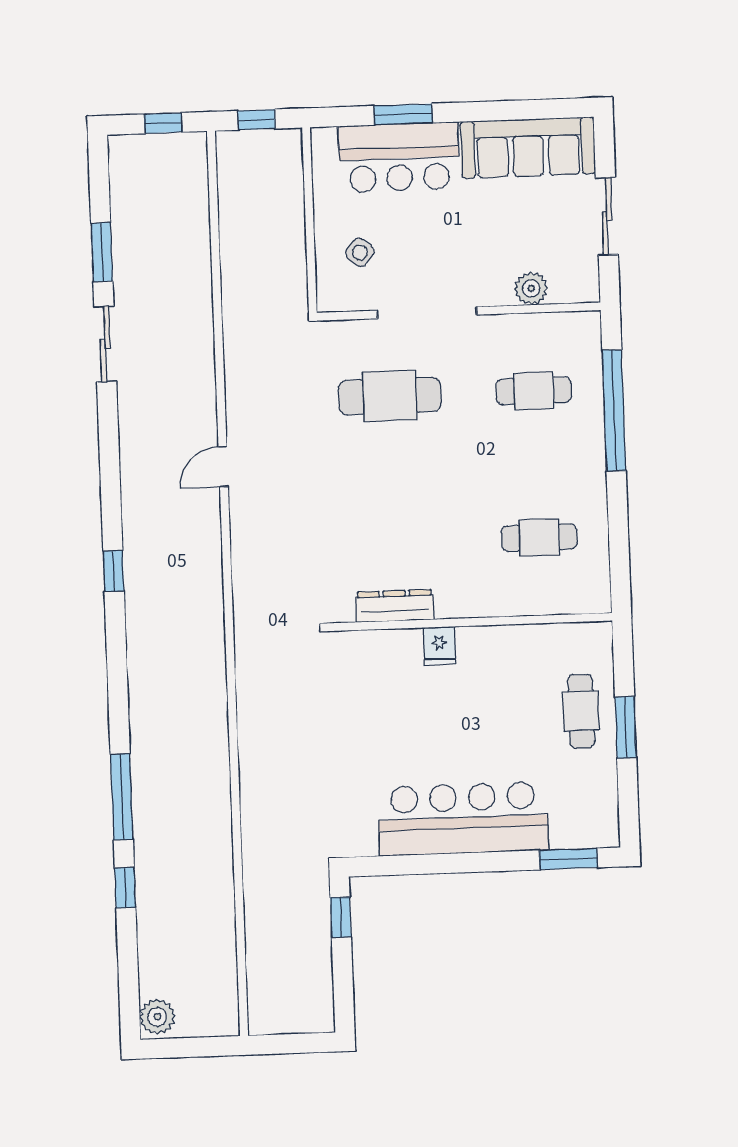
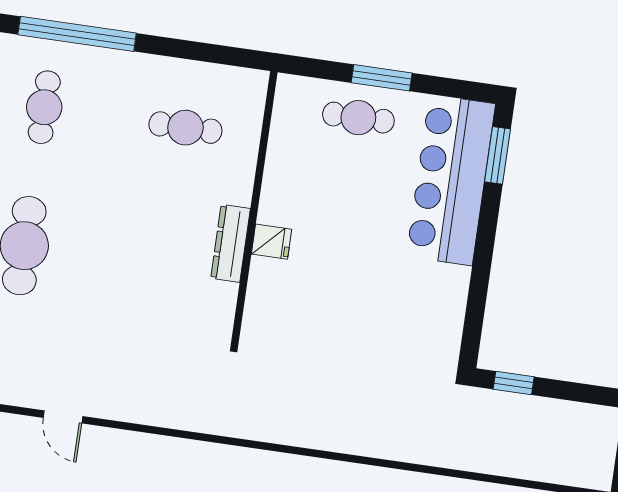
cafe table: (539, 538) -> (185, 128), turned 90
dresser: (395, 606) -> (231, 243), moved
bar counter: (463, 819) -> (451, 180), moved

